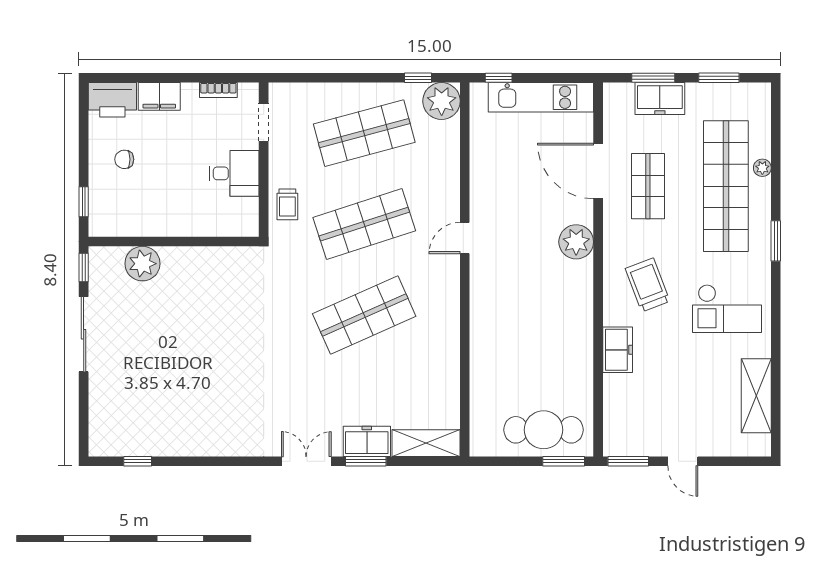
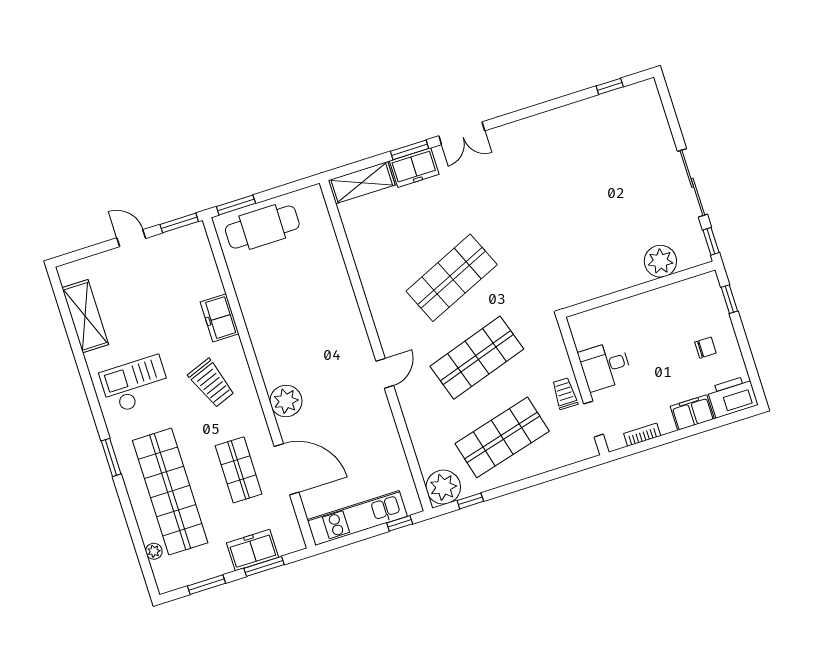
plant: (762, 168) -> (154, 551), moved
trolley: (287, 204) -> (565, 394), moved

